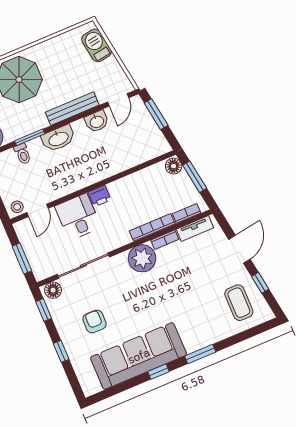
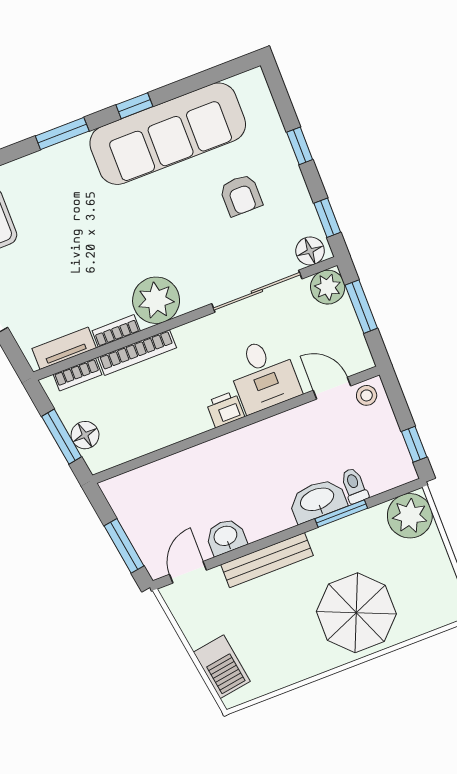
washbasin: (58, 138) -> (317, 500), moved
floor lamp: (174, 166) -> (85, 435), moved
door: (37, 210) -> (332, 388), hinge flipped
plant: (42, 269) -> (328, 287), added

